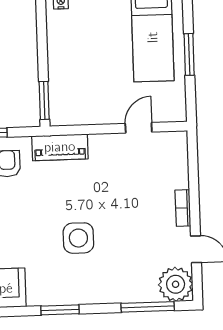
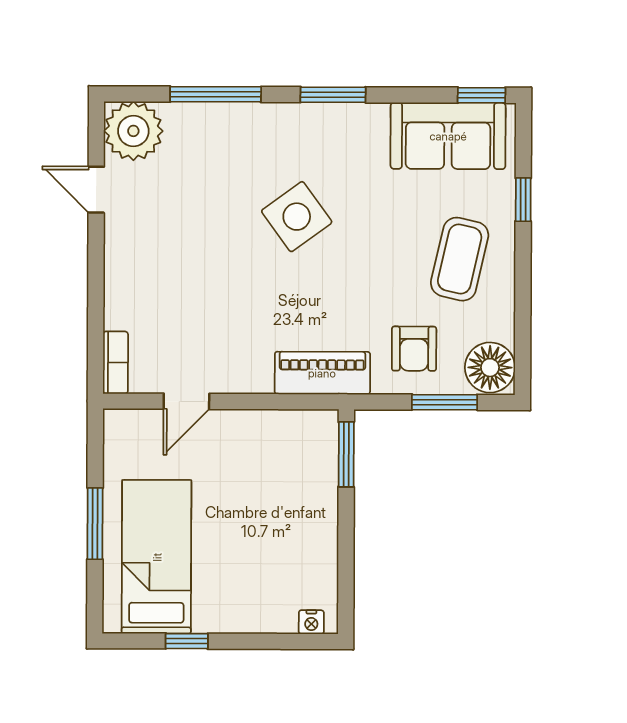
bookcase: (183, 208) -> (115, 363), moved
side table: (78, 238) -> (297, 217), turned -36
window: (148, 307) -> (216, 94), moved

